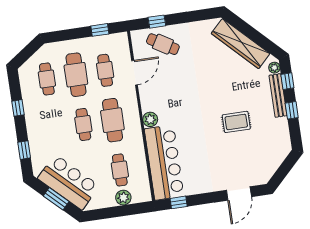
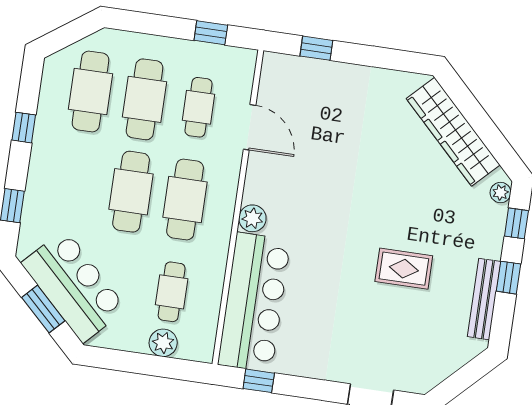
cafe table: (163, 44) -> (315, 91), removed
door: (135, 73) -> (250, 127), hinge flipped
cafe table: (47, 79) -> (91, 91), width x1.37, depth x1.35
bench: (278, 95) -> (484, 299), moved
cafe table: (83, 124) -> (131, 192), width x1.37, depth x1.35

